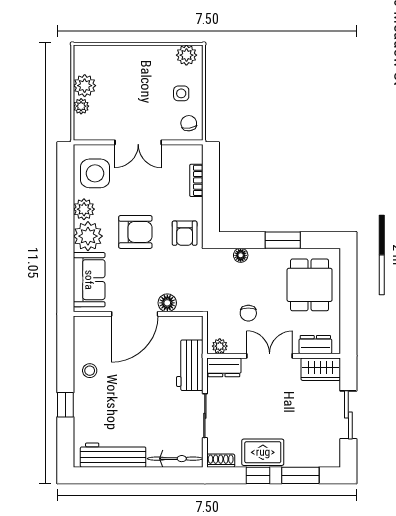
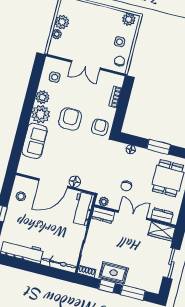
side table: (95, 173) -> (55, 77), width x0.54, depth x0.54
armchair: (135, 232) -> (70, 119), turned -90
armchair: (185, 233) -> (100, 127), turned 180
floor lamp: (167, 303) -> (75, 182), moved
door: (135, 314) -> (53, 183), moved
wall: (138, 314) -> (55, 184), moved

